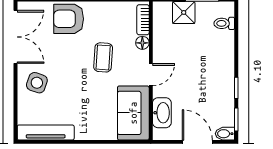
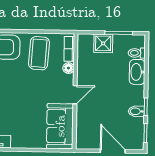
coffee table: (103, 57) -> (39, 53), moved, width x1.36, depth x1.30
washbasin: (162, 113) -> (137, 72), moved, turned 180
bidet: (225, 134) -> (136, 111), moved

